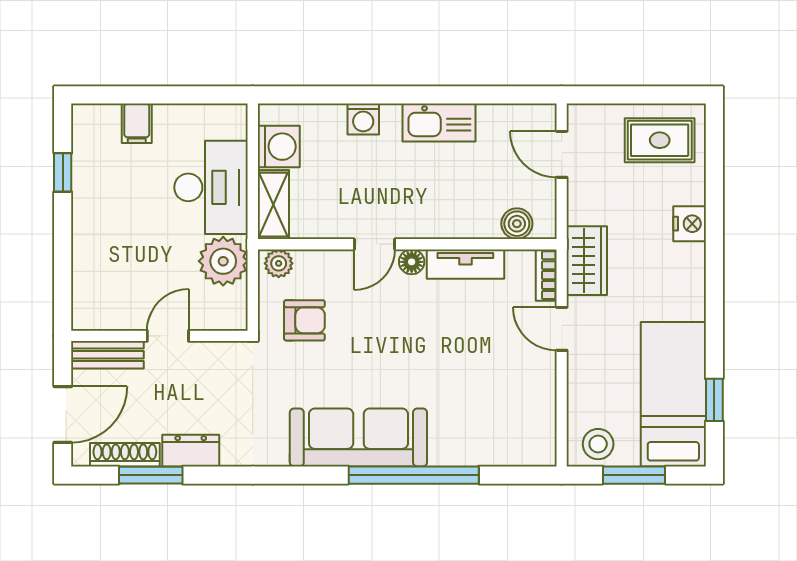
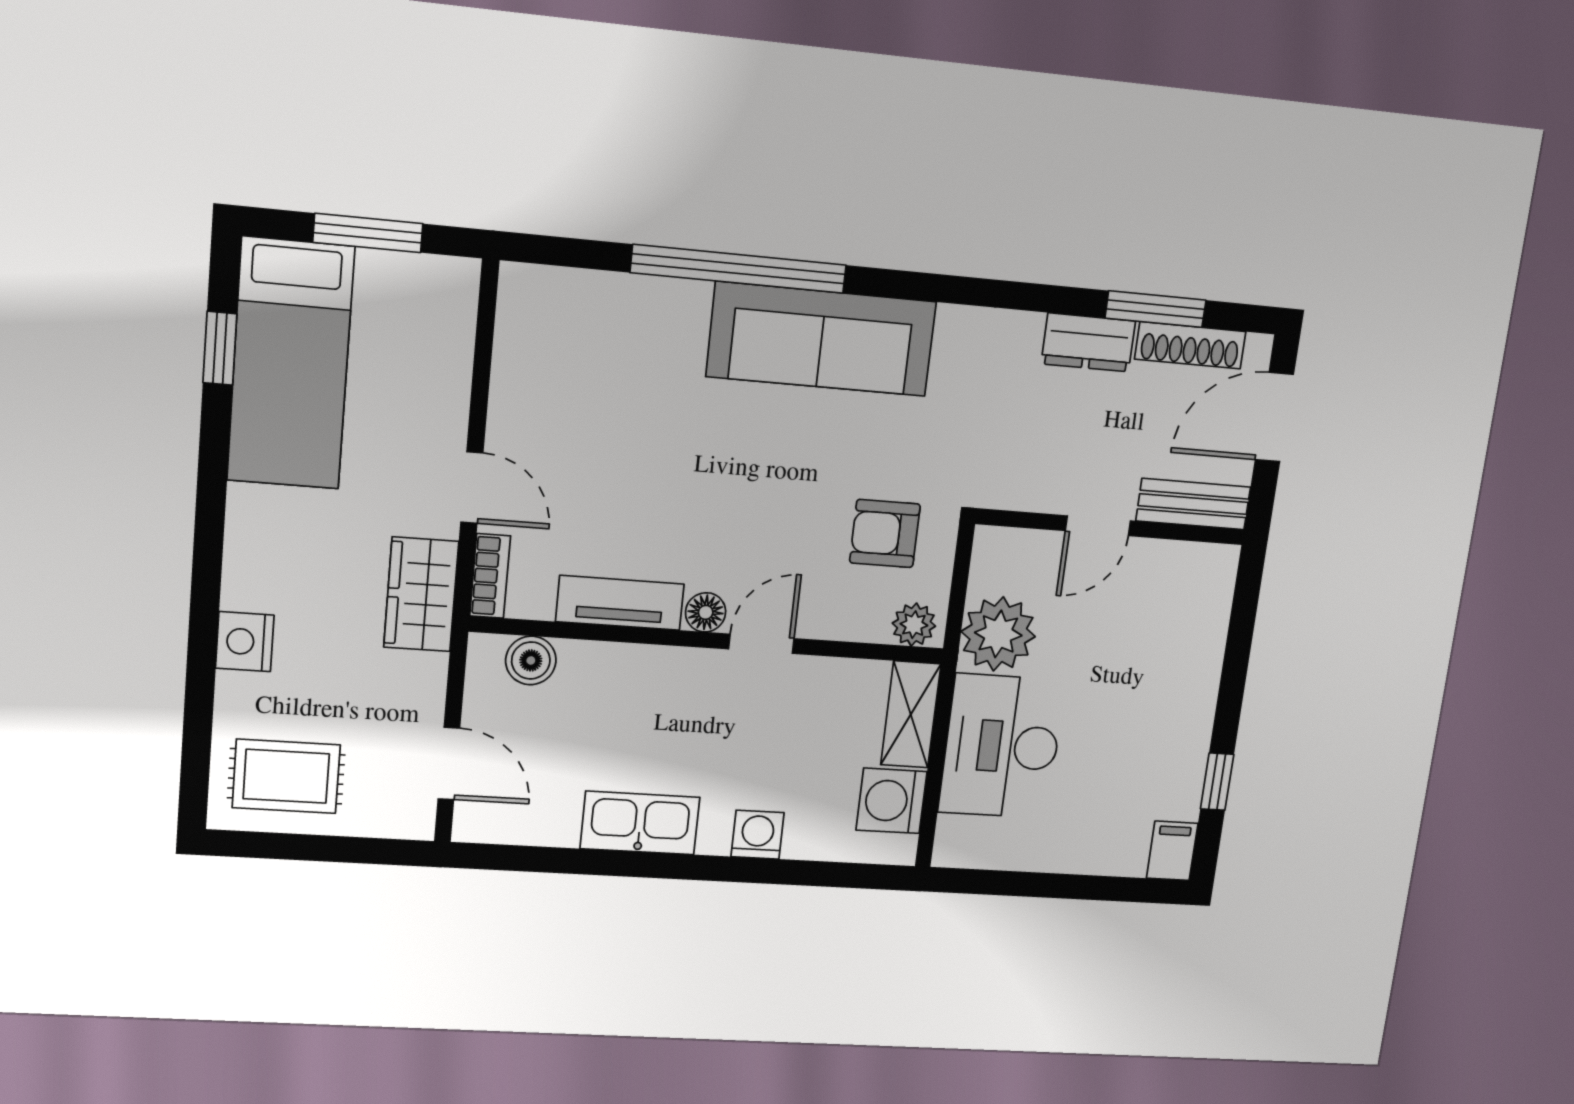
filing cabinet: (137, 123) -> (1172, 851), moved
stool: (598, 444) -> (426, 292), removed

